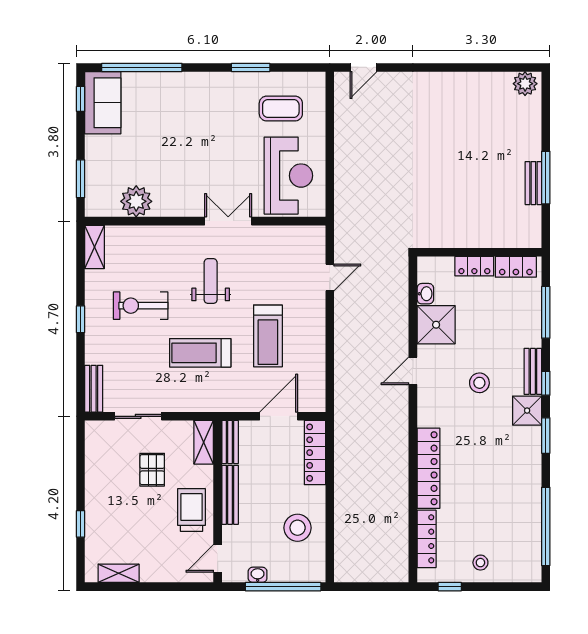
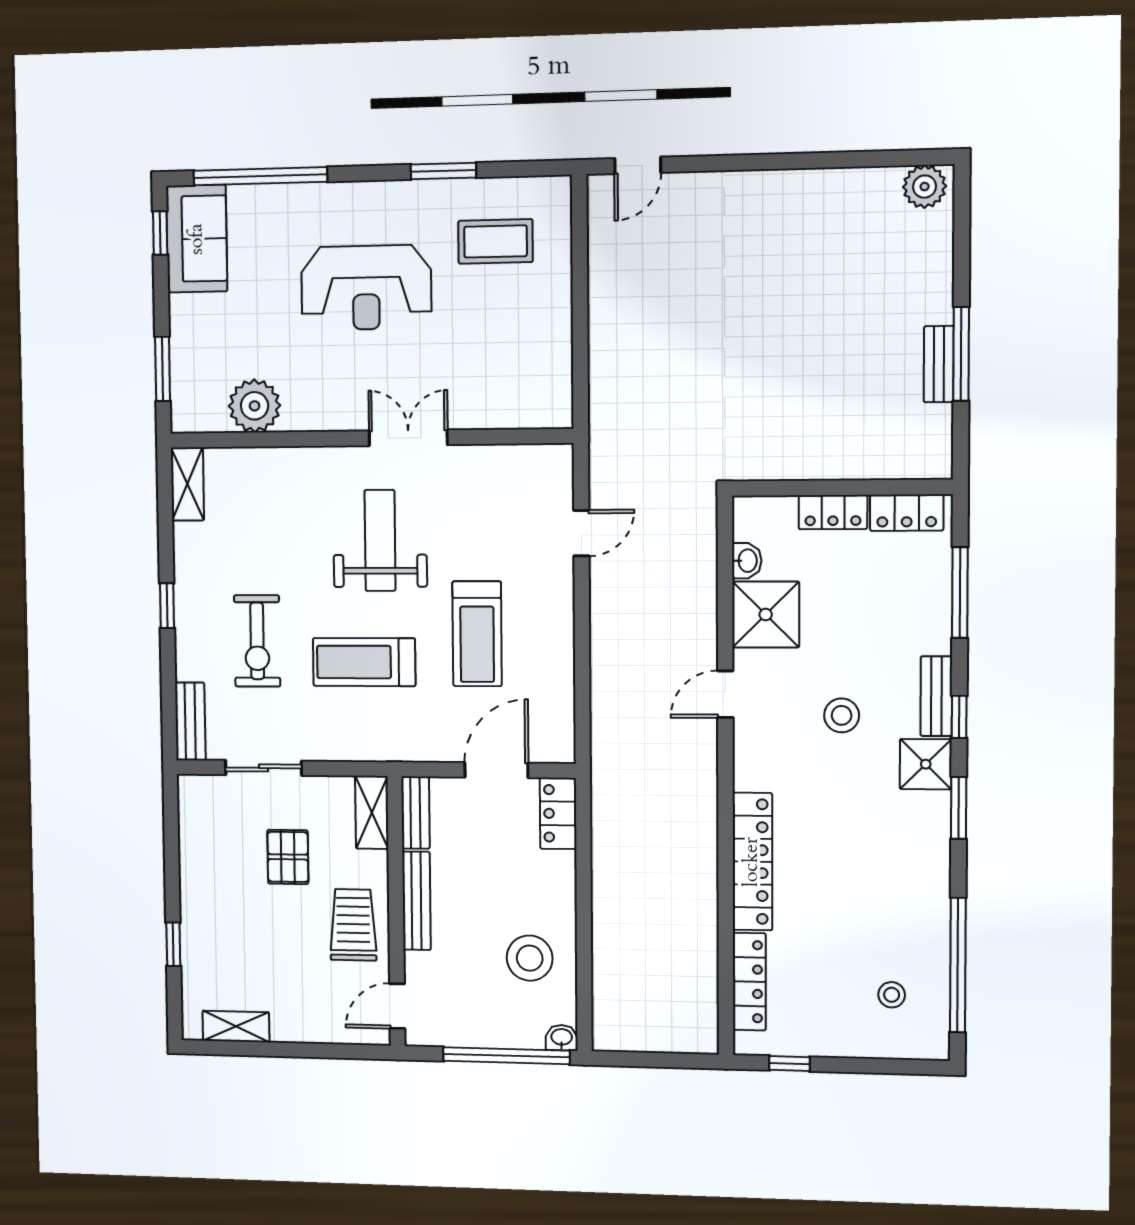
reception desk: (288, 176) -> (366, 288), moved, turned 90
weight bench: (211, 281) -> (380, 540), width x1.36, depth x1.33
exercise bike: (141, 306) -> (257, 641), moved, turned -90
locker: (315, 453) -> (558, 813), width x0.66
stool: (480, 563) -> (892, 995), moved
washbasin: (258, 575) -> (562, 1038), moved

